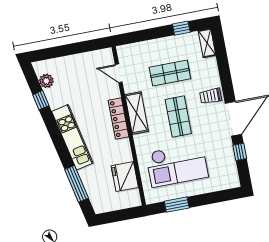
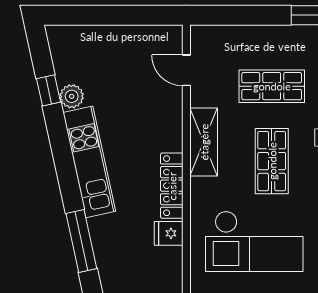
plant: (46, 81) -> (72, 96), moved
locker: (118, 119) -> (172, 186), moved
fridge: (125, 177) -> (169, 233), width x0.53, depth x0.75

